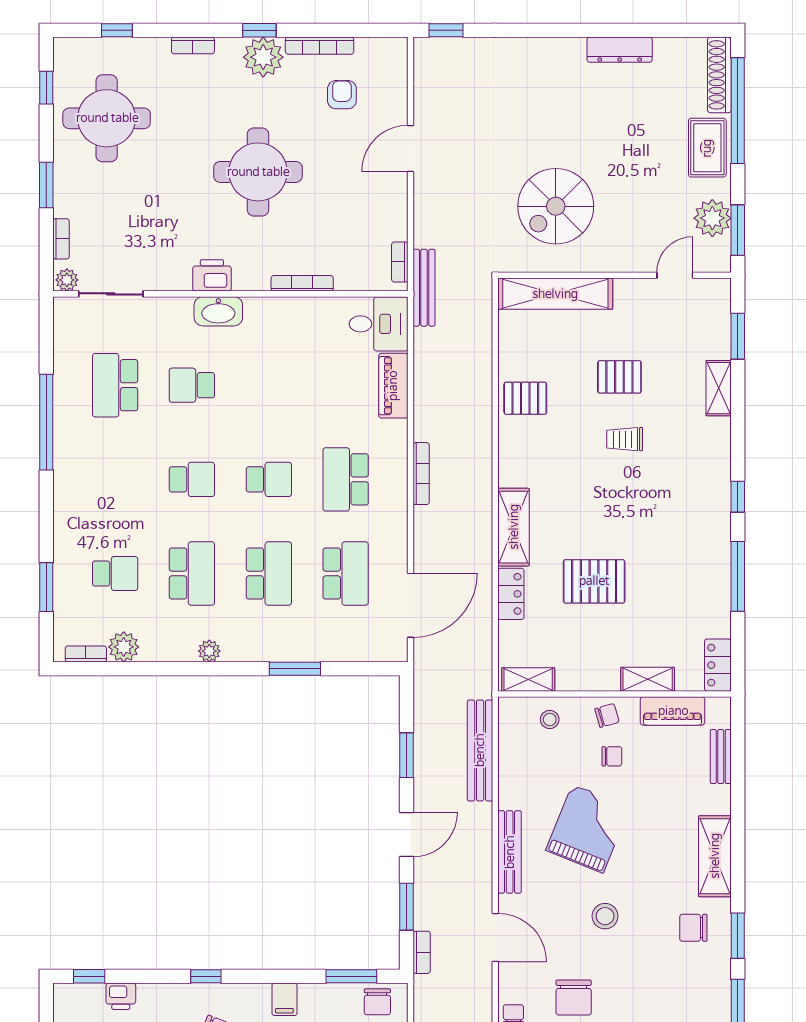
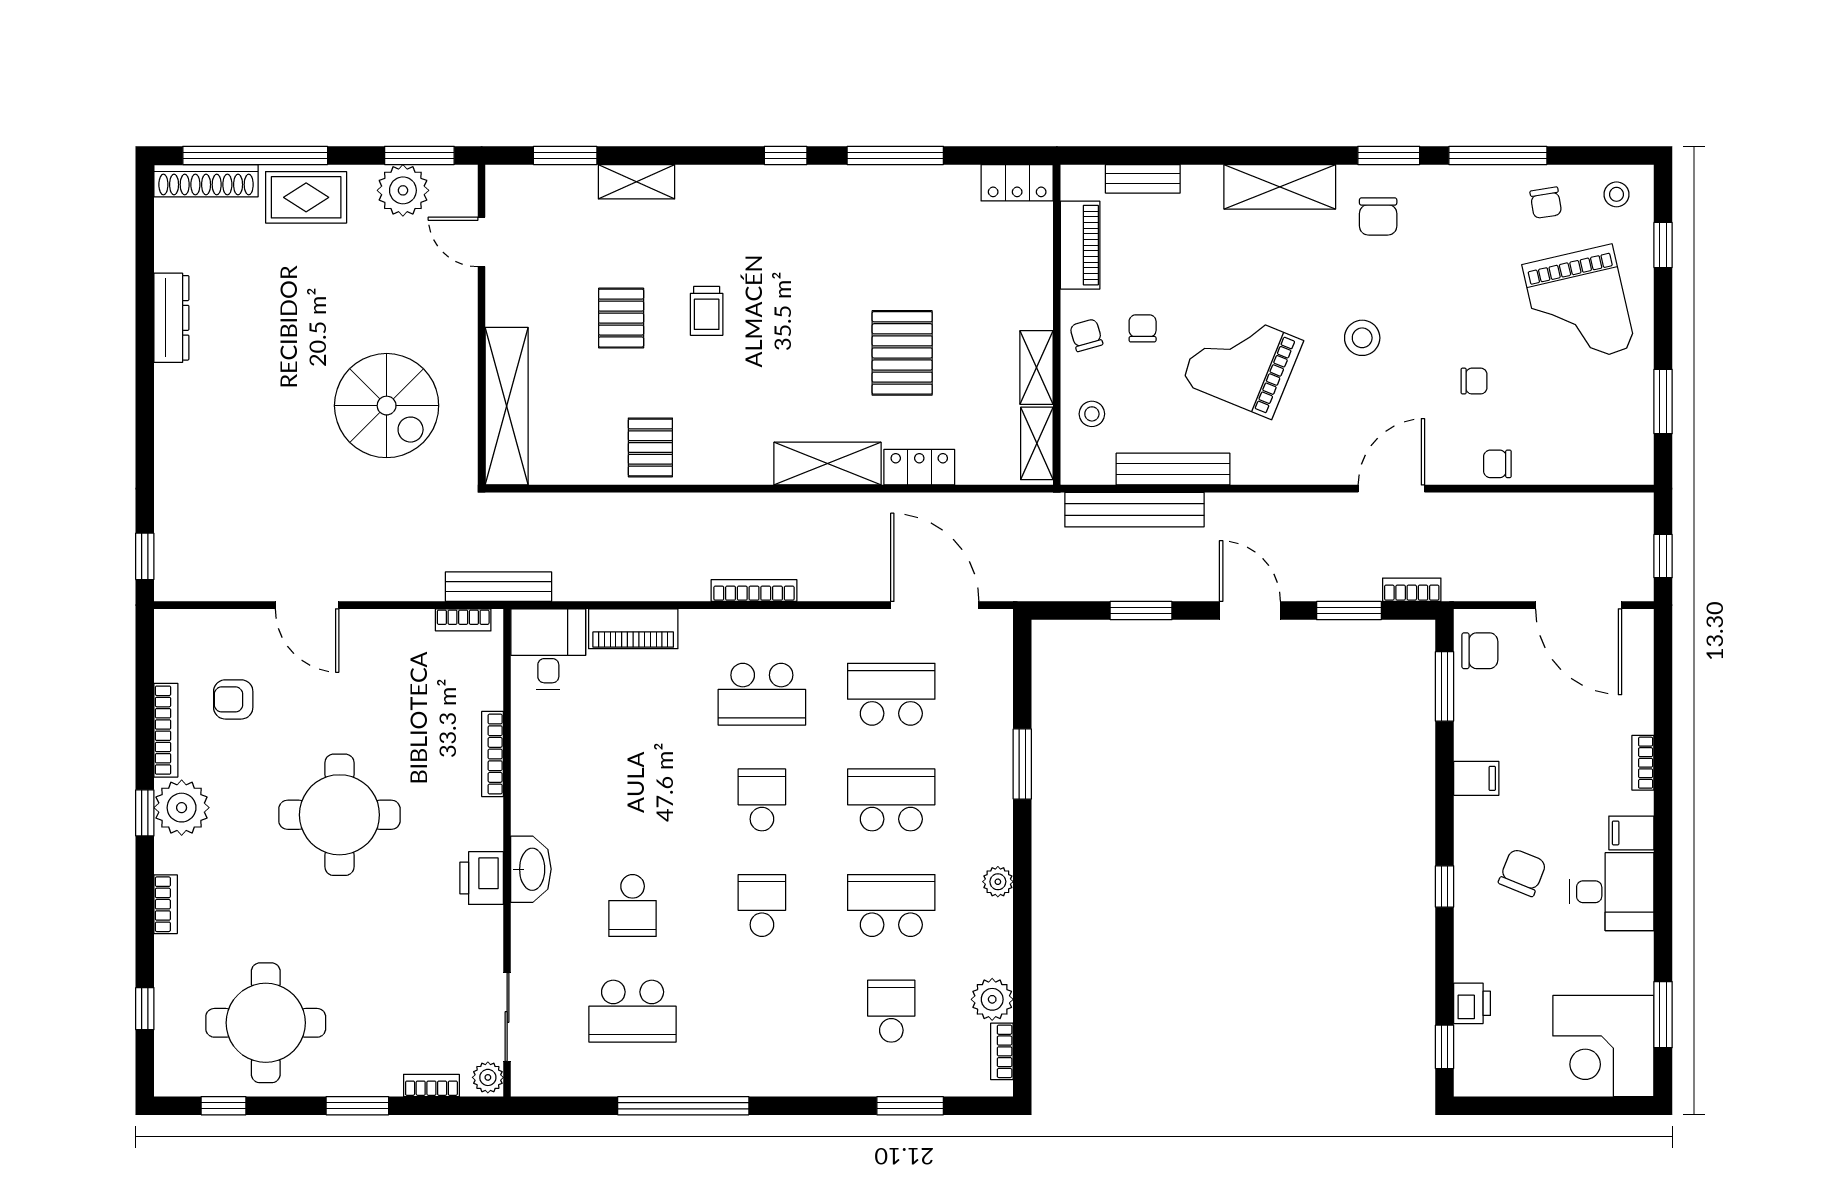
shelving: (648, 679) -> (1037, 367), moved
bench: (510, 852) -> (1173, 469), moved
chair: (574, 997) -> (1474, 381), width x0.54, depth x0.54

